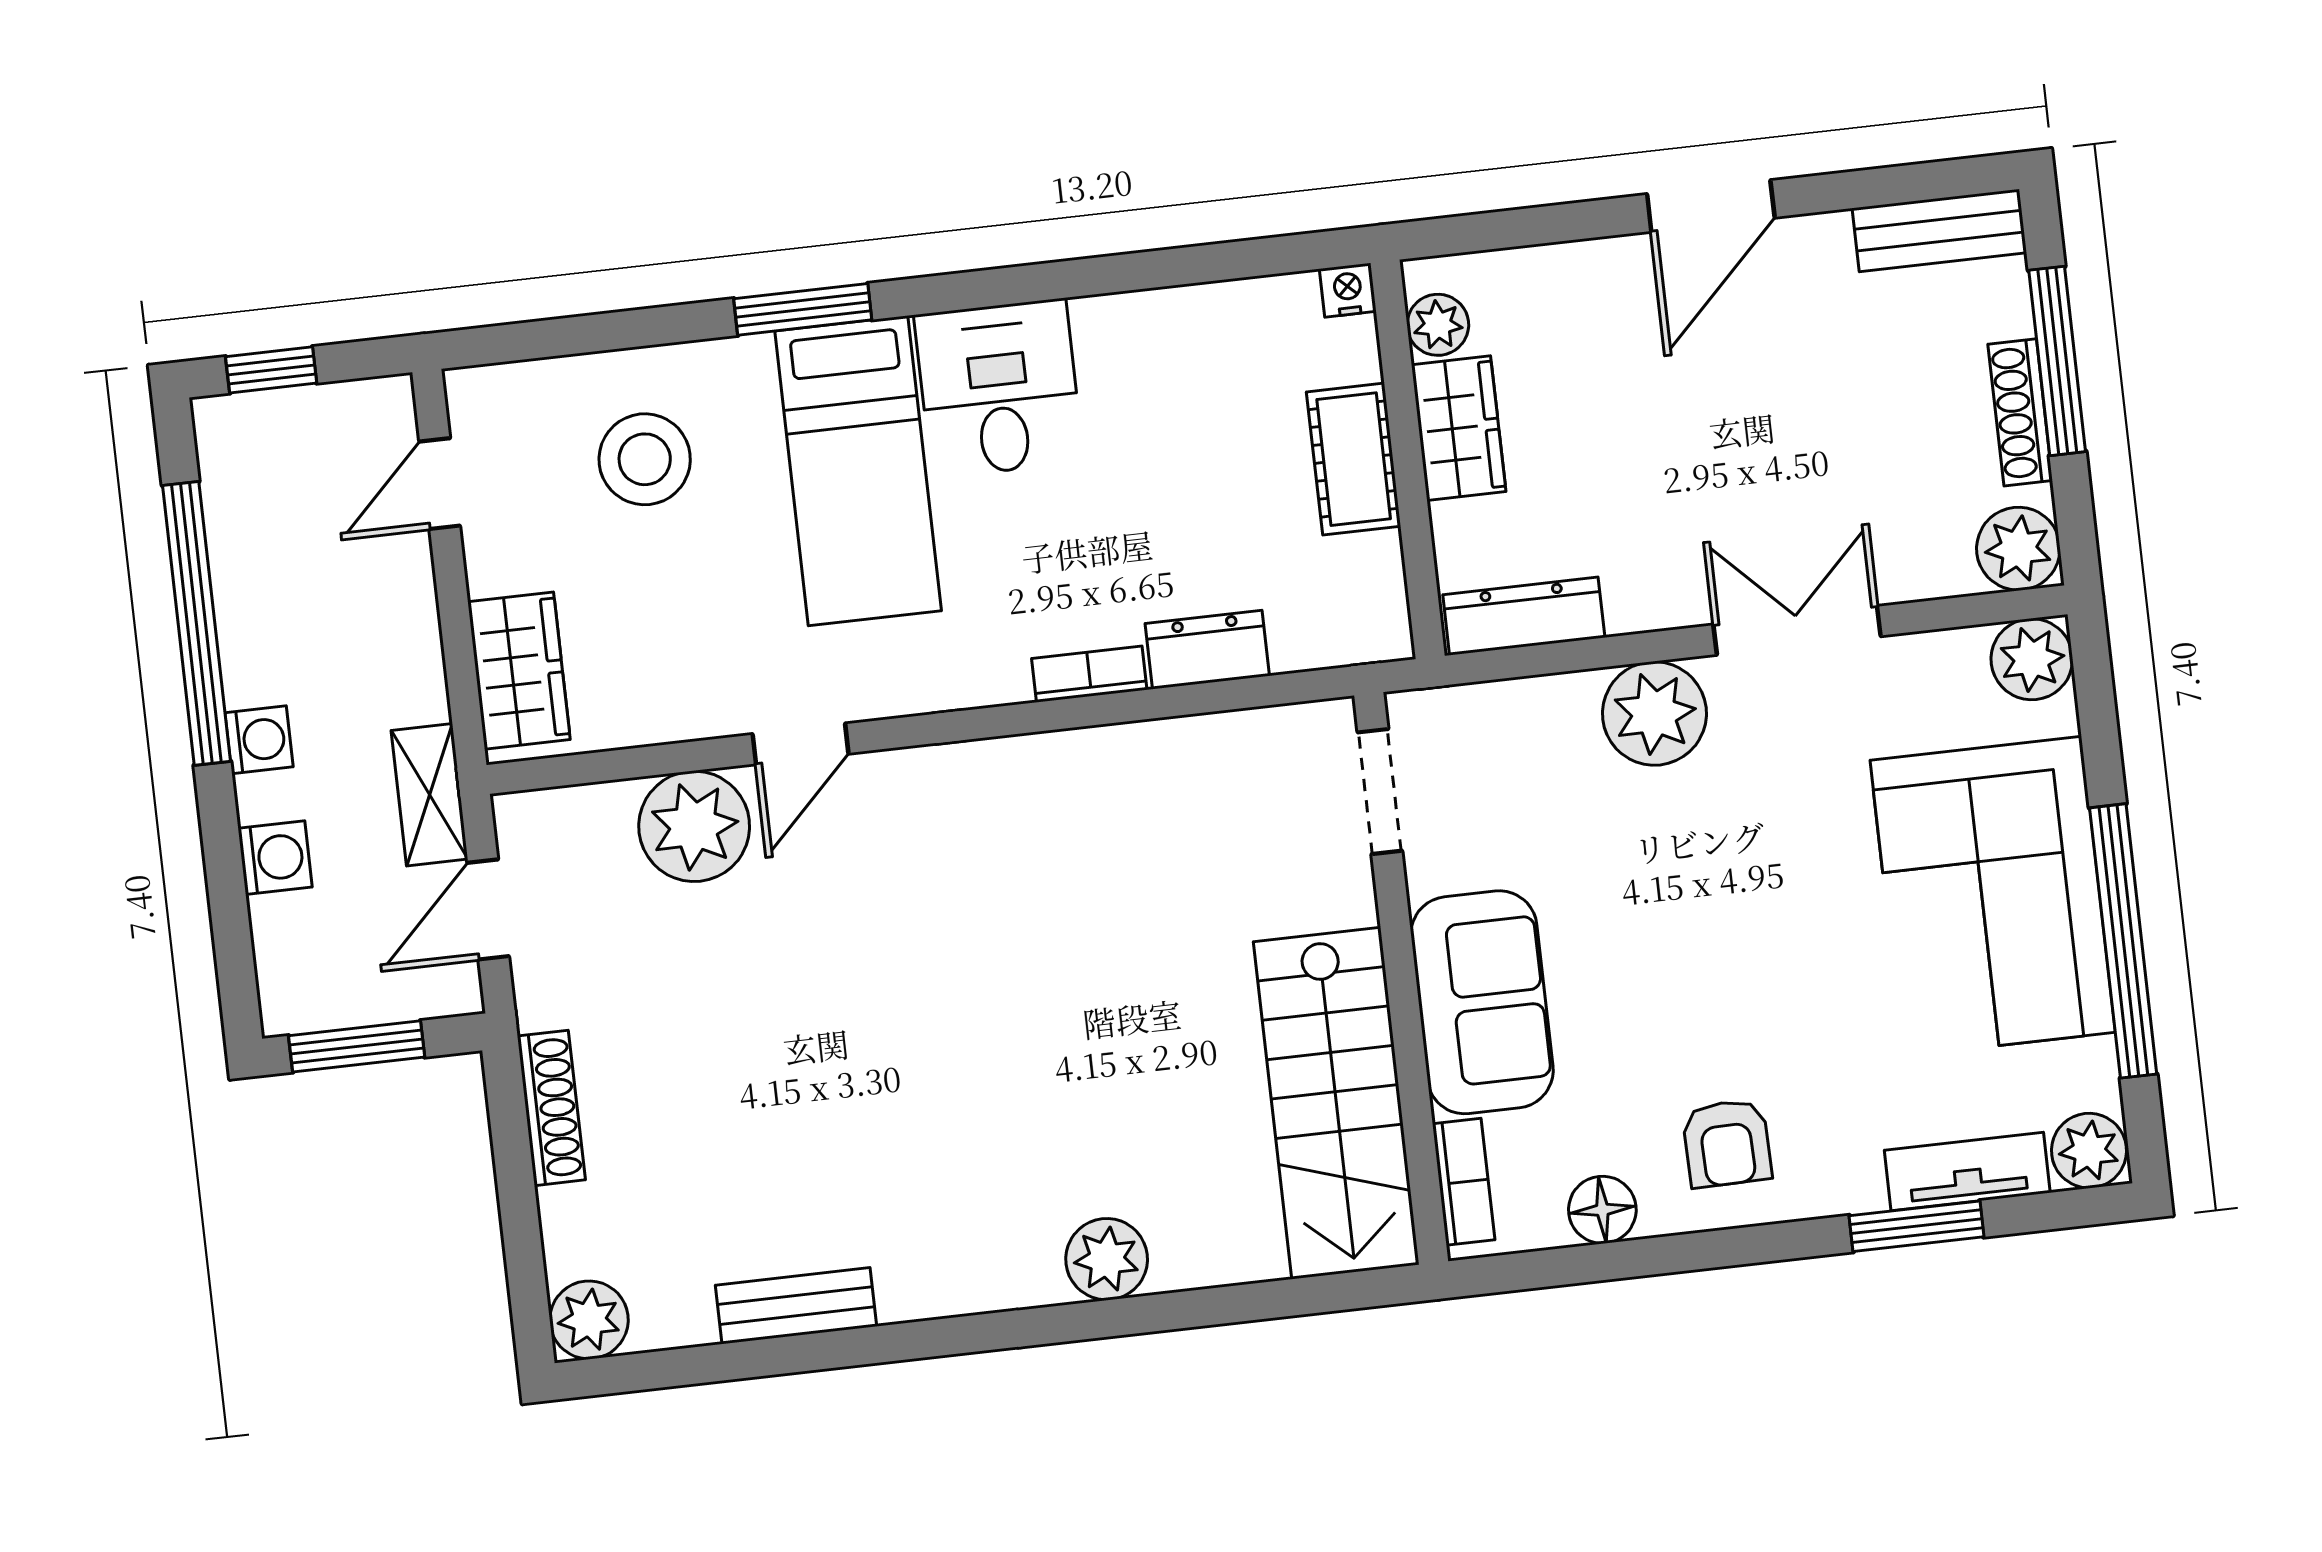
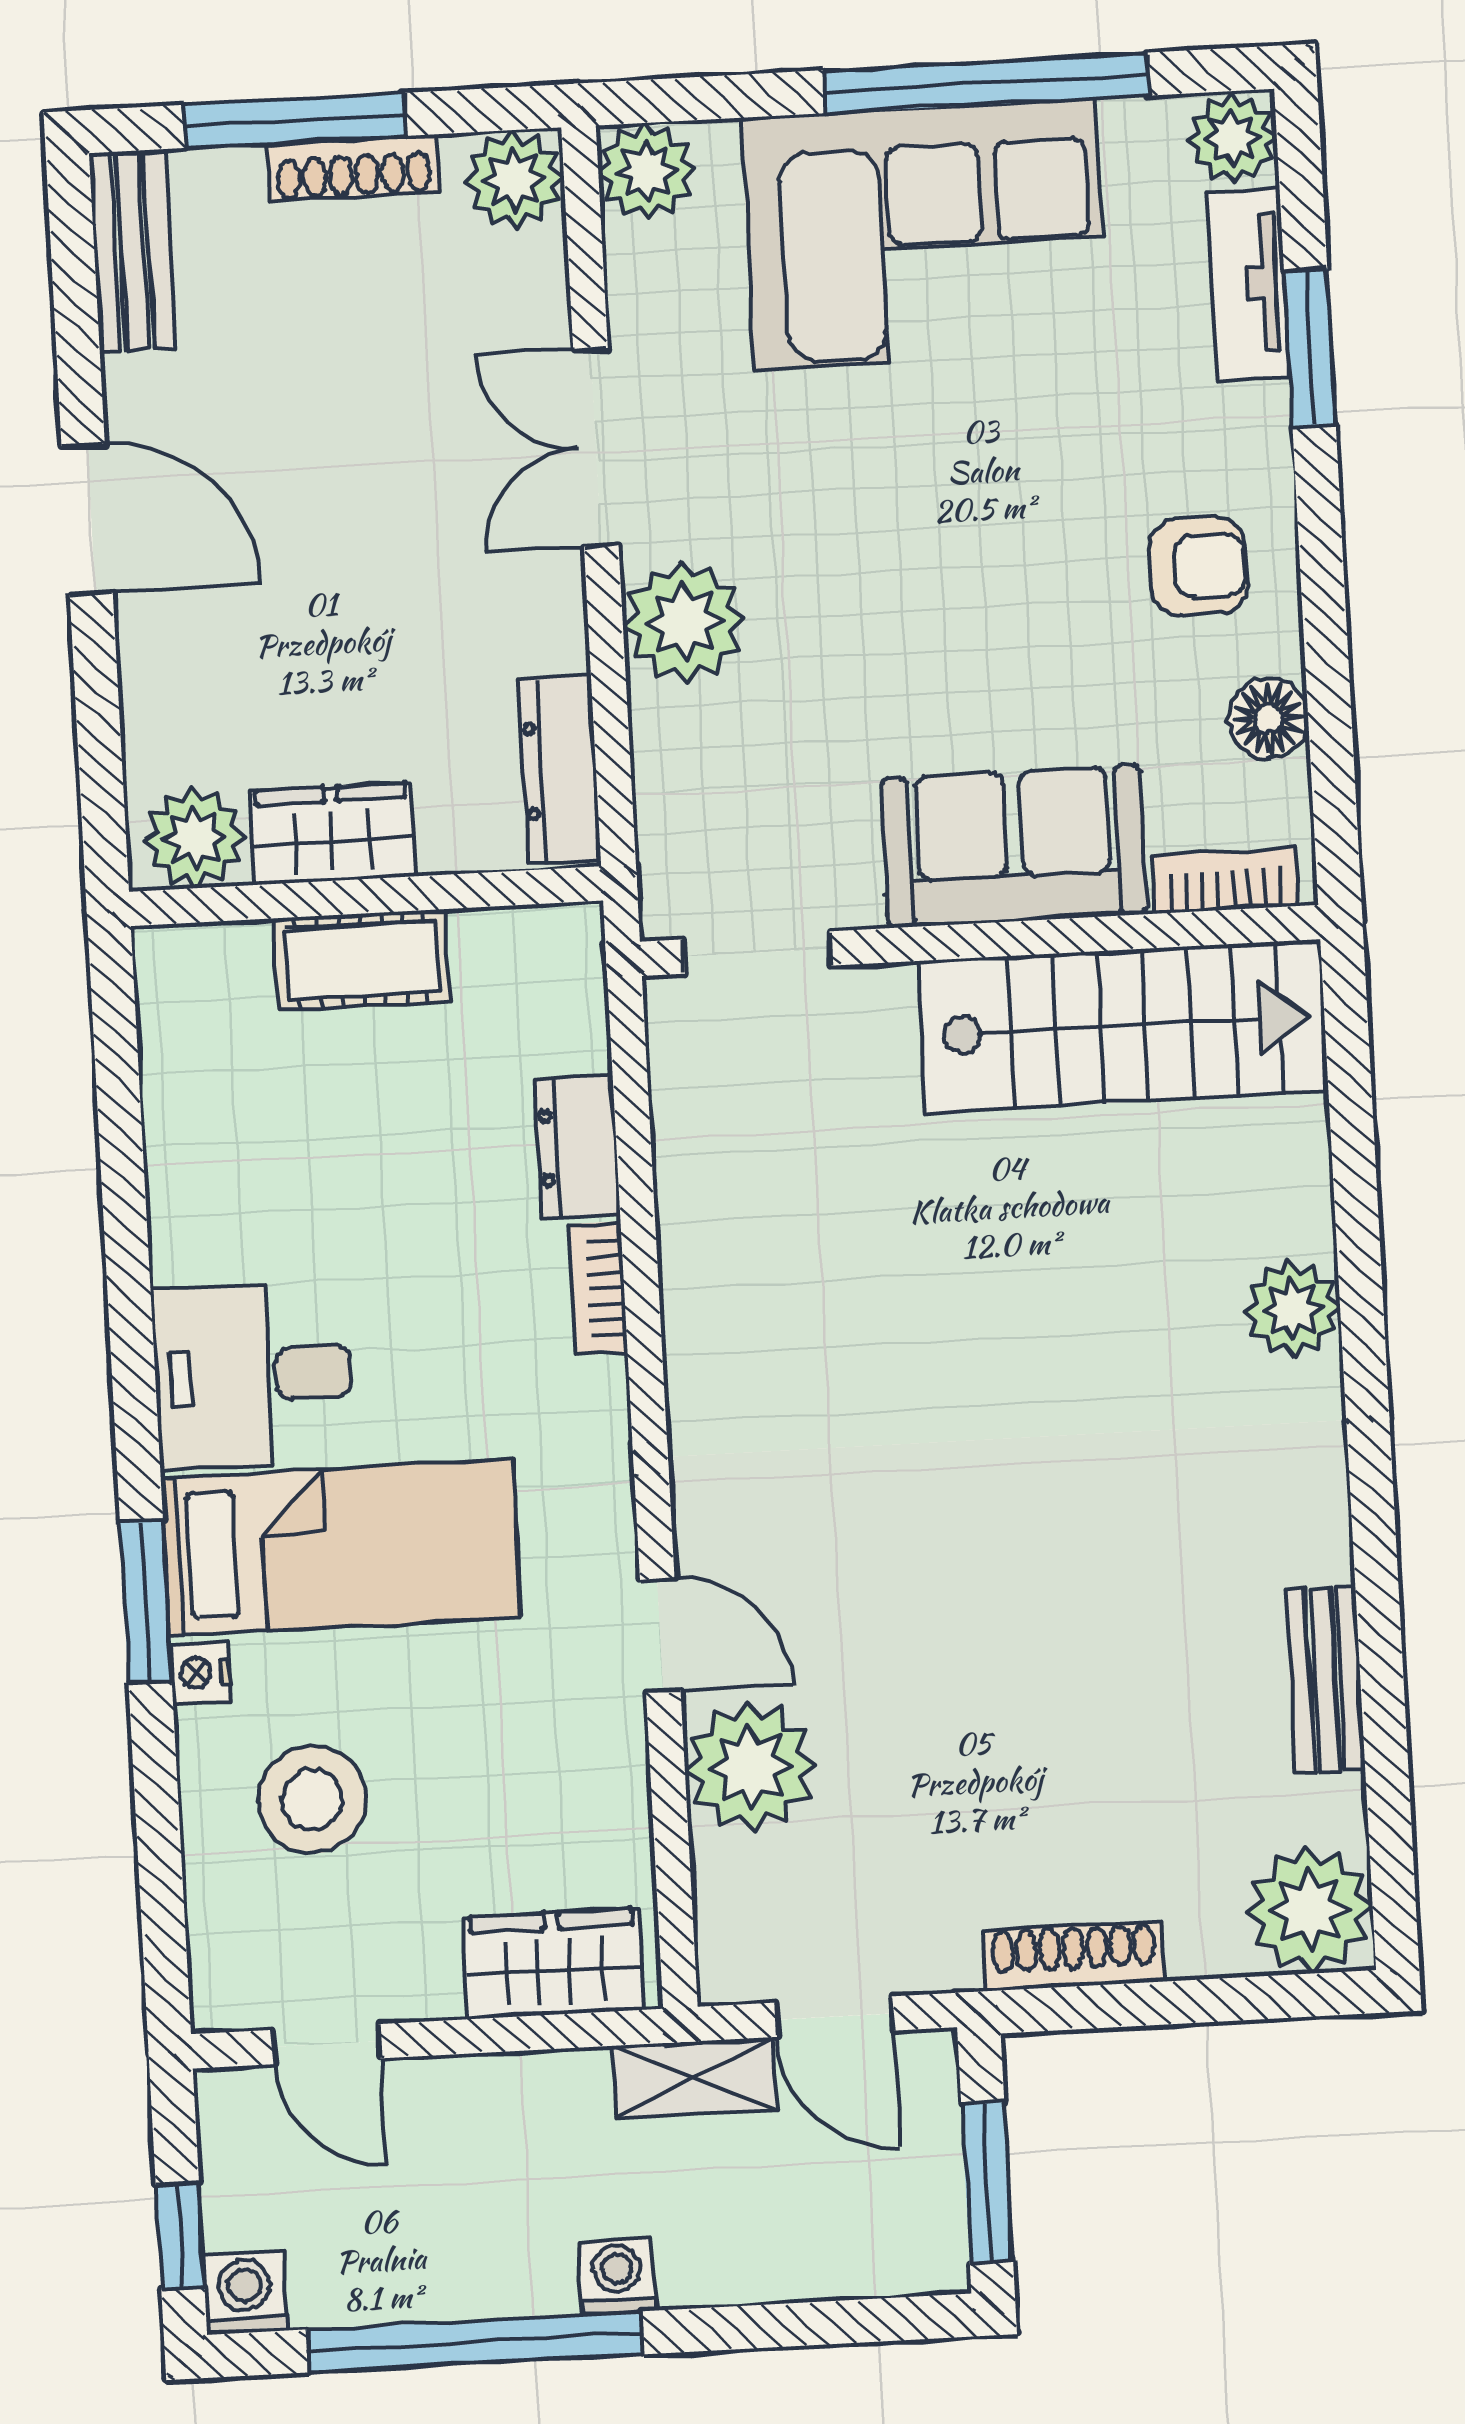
nightstand: (1348, 290) -> (200, 1672), moved
plant: (1438, 325) -> (194, 838), width x1.38, depth x1.38
washing machine: (275, 858) -> (245, 2293), moved
plant: (589, 1320) -> (1310, 1910), width x1.36, depth x1.36

